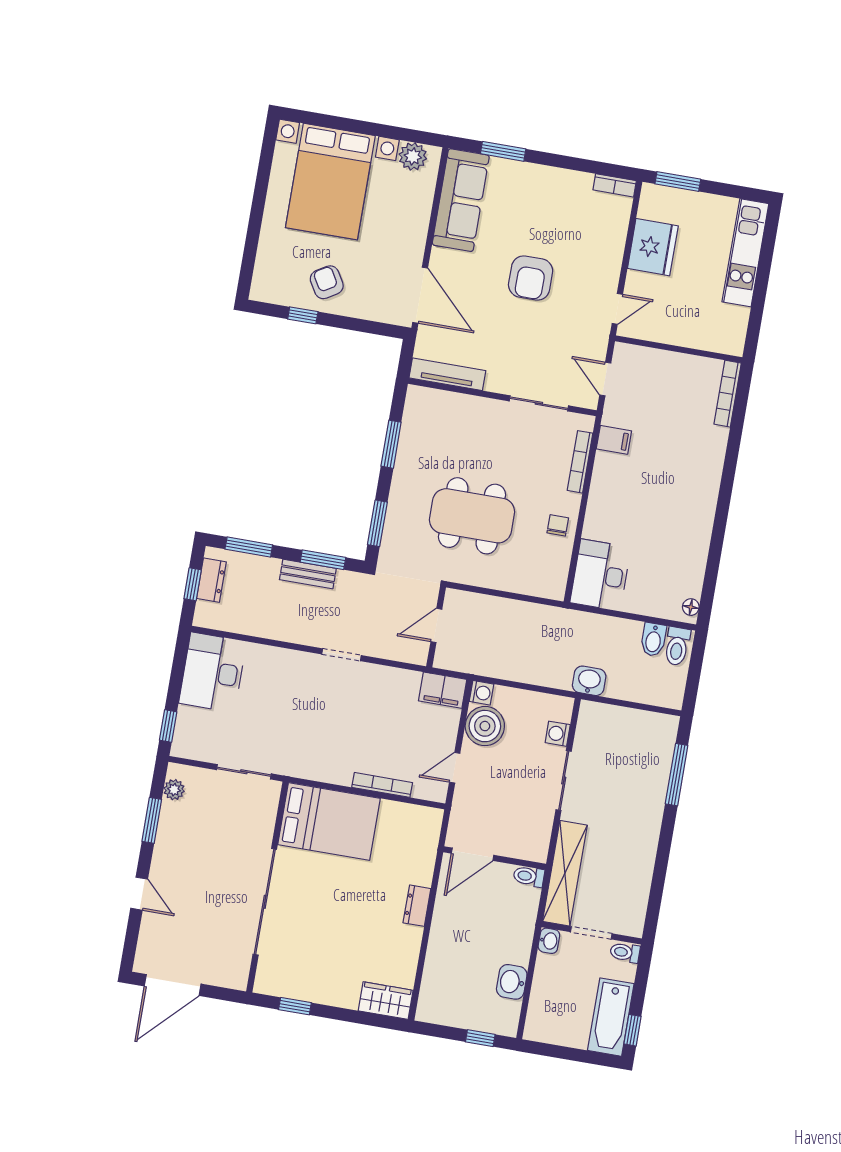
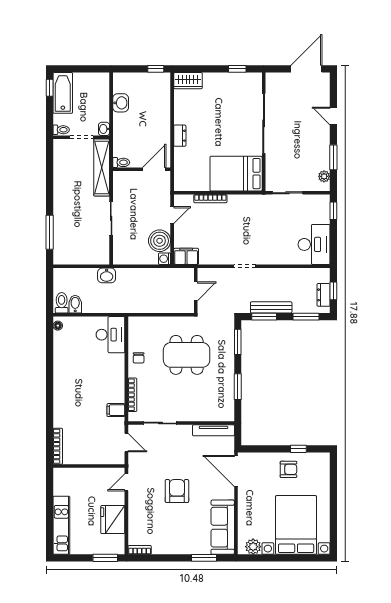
armchair: (327, 282) -> (288, 469), turned -59
bench: (308, 574) -> (271, 307), width x1.36
washing machine: (558, 734) -> (119, 243), removed
window: (480, 1038) -> (156, 69), moved

